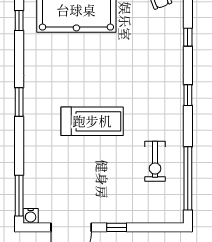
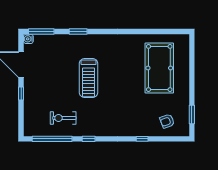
window: (19, 21) -> (153, 31), removed
window: (188, 95) -> (89, 139), moved
window: (19, 102) -> (78, 31), moved

